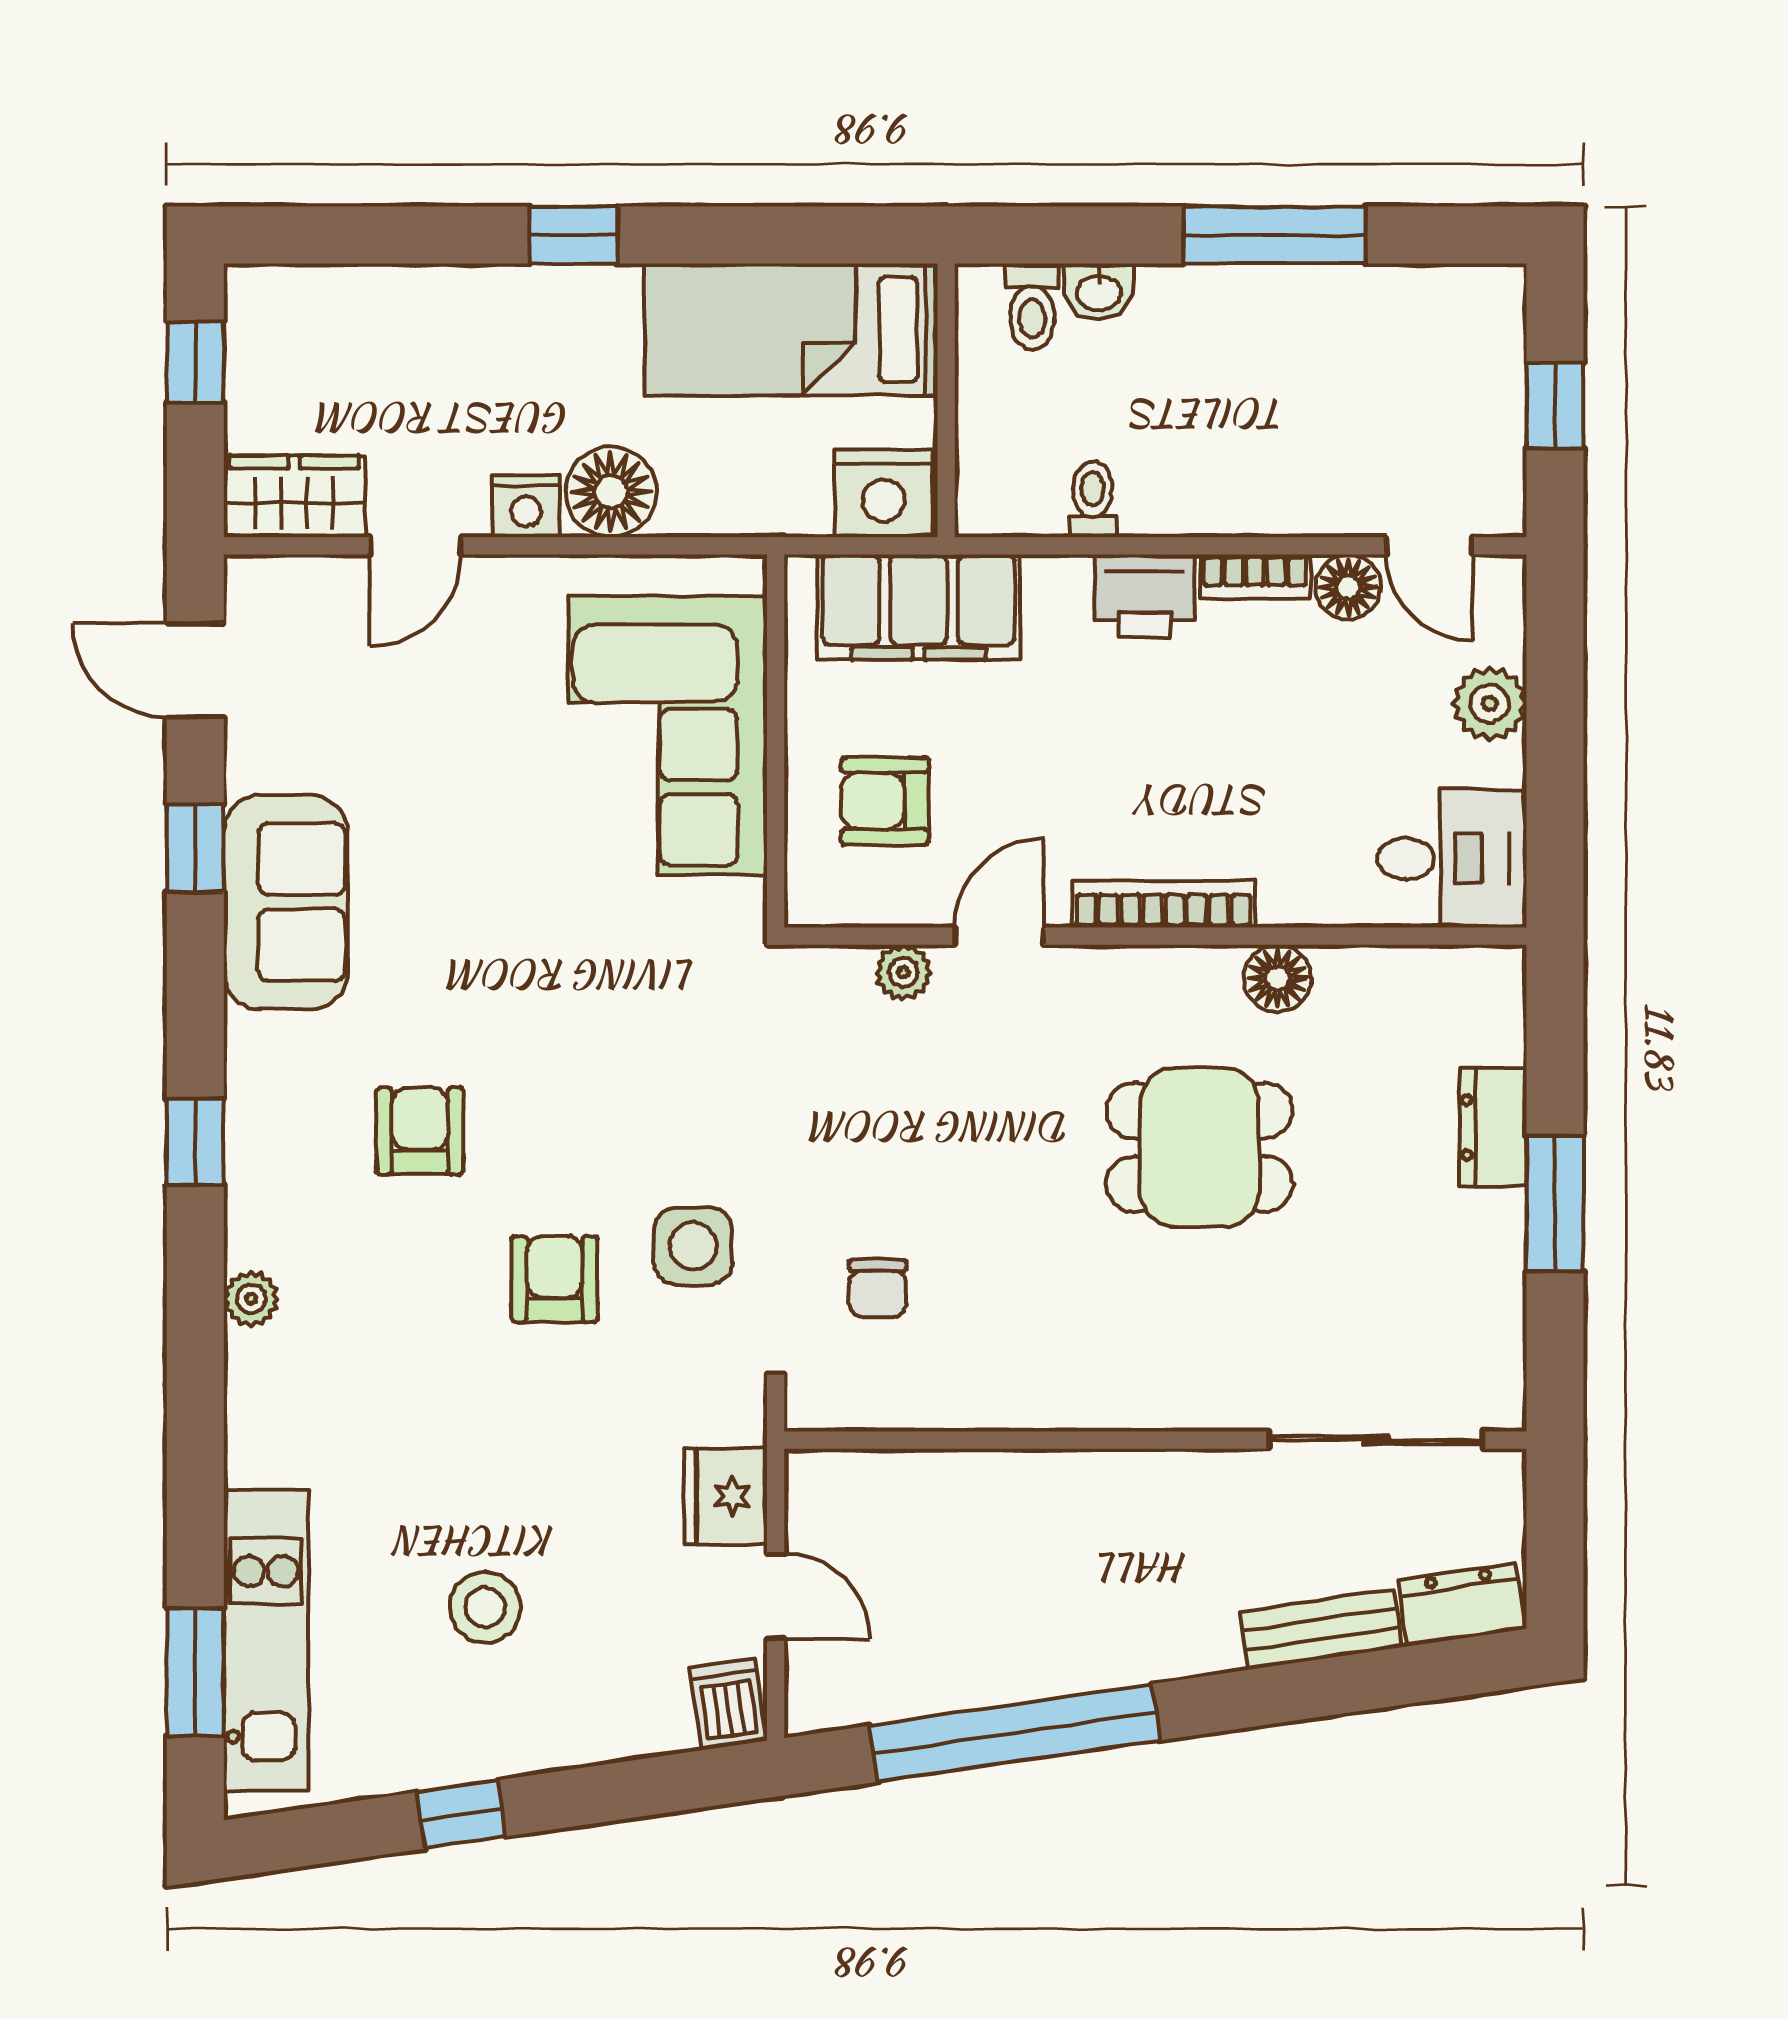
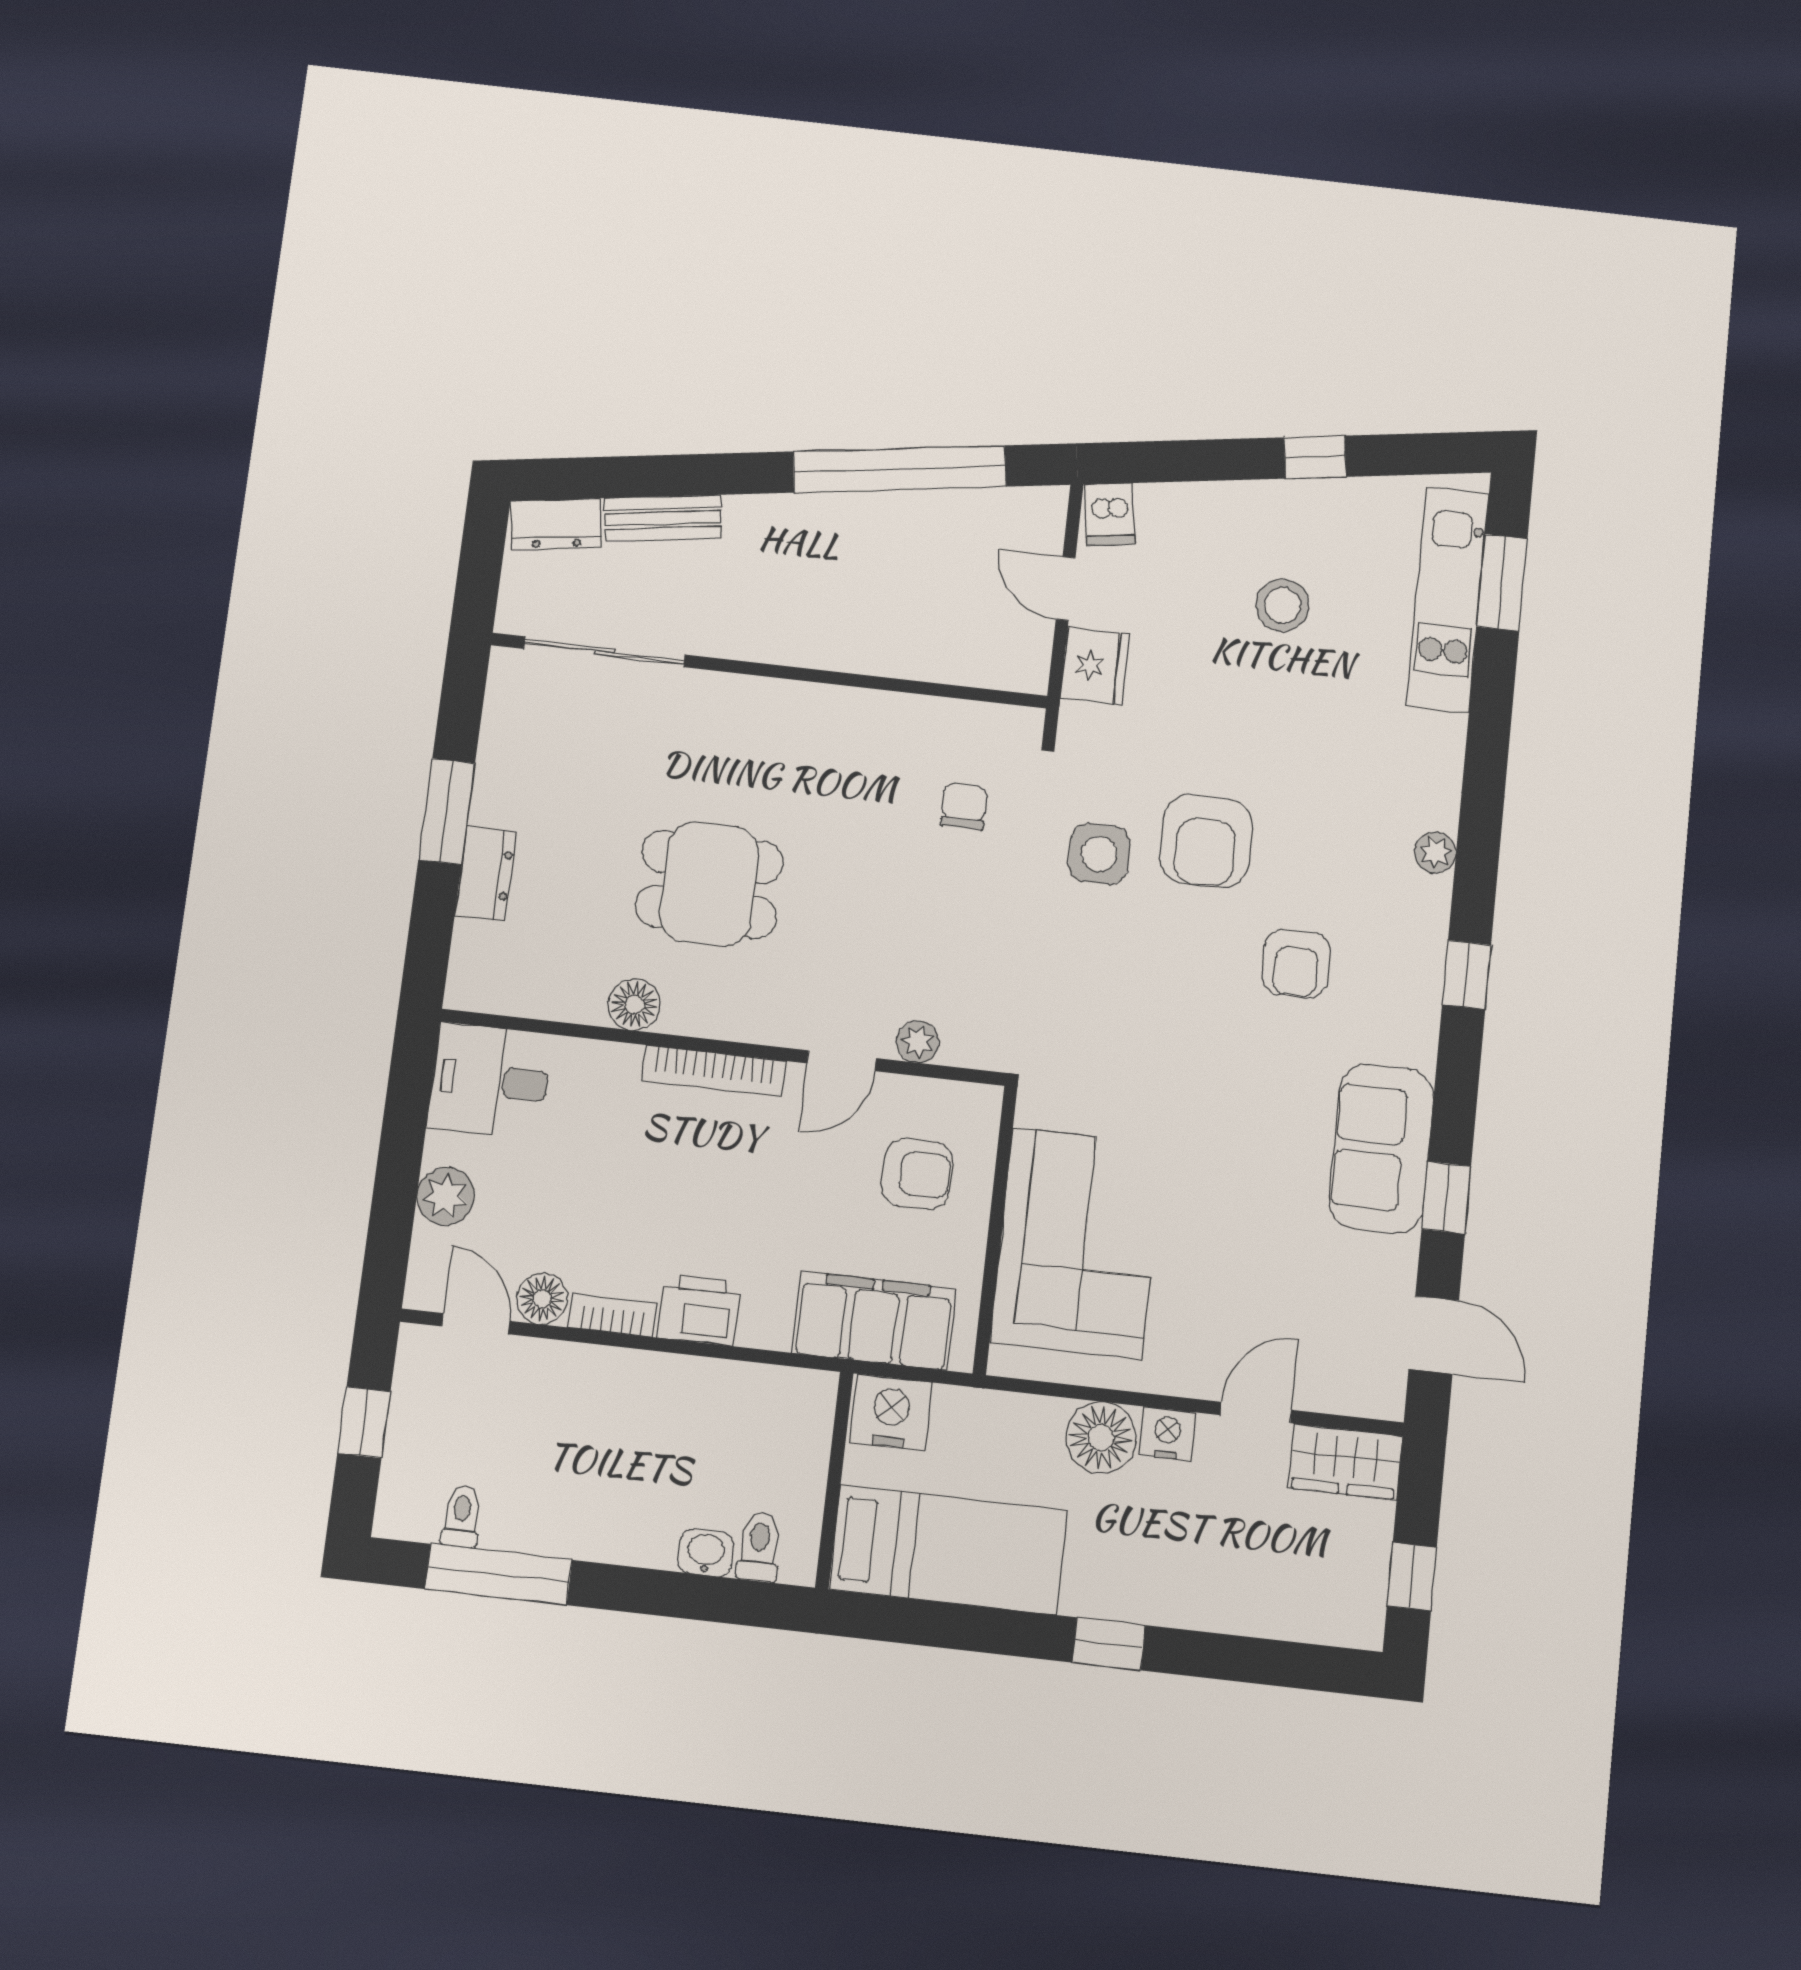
window: (1274, 235) -> (498, 1575), moved
toilet: (1093, 499) -> (462, 1517), moved, turned 180
armchair: (555, 1279) -> (1206, 841), width x1.38, depth x1.38

